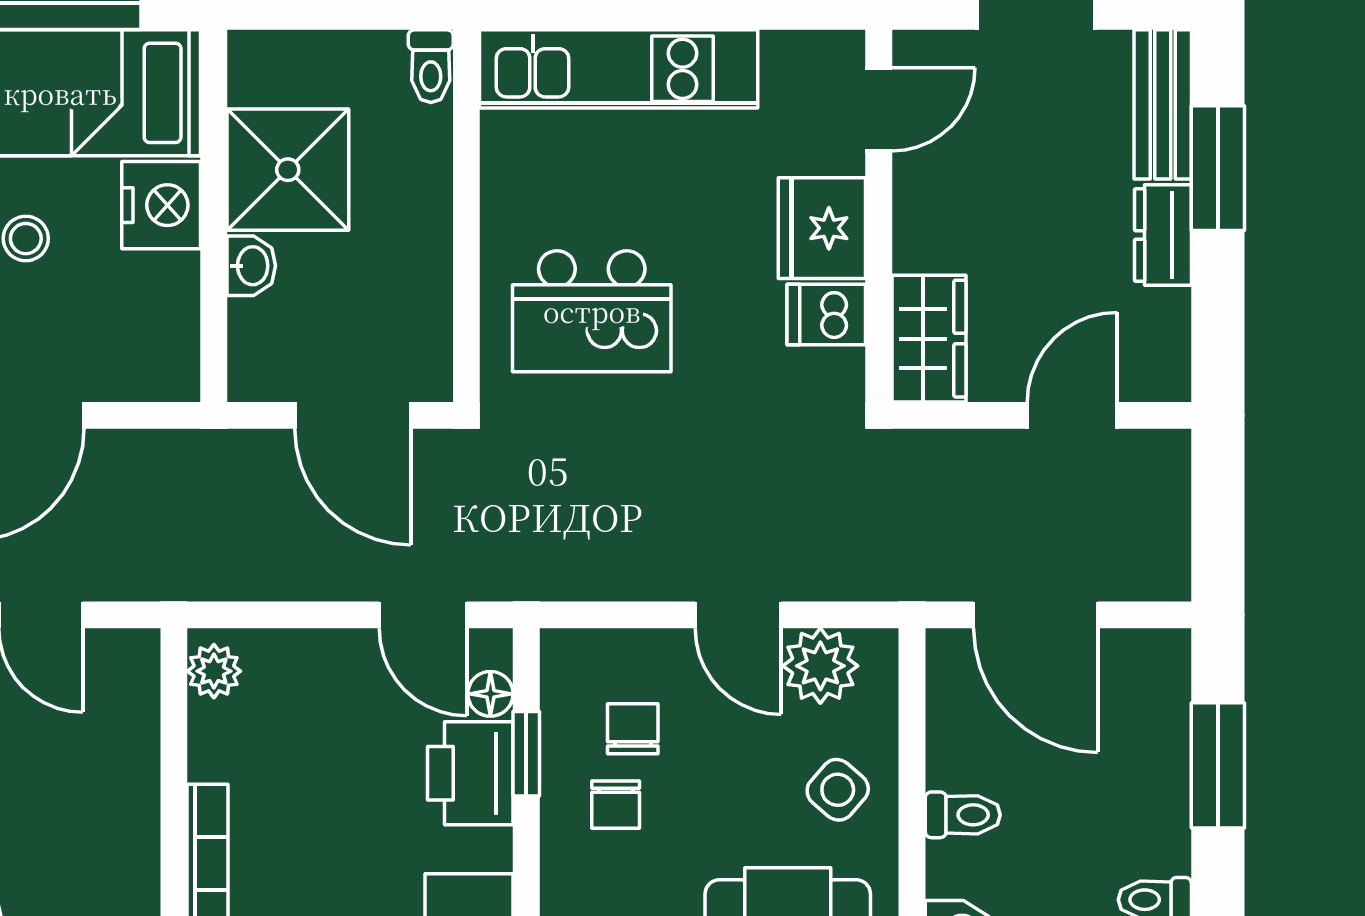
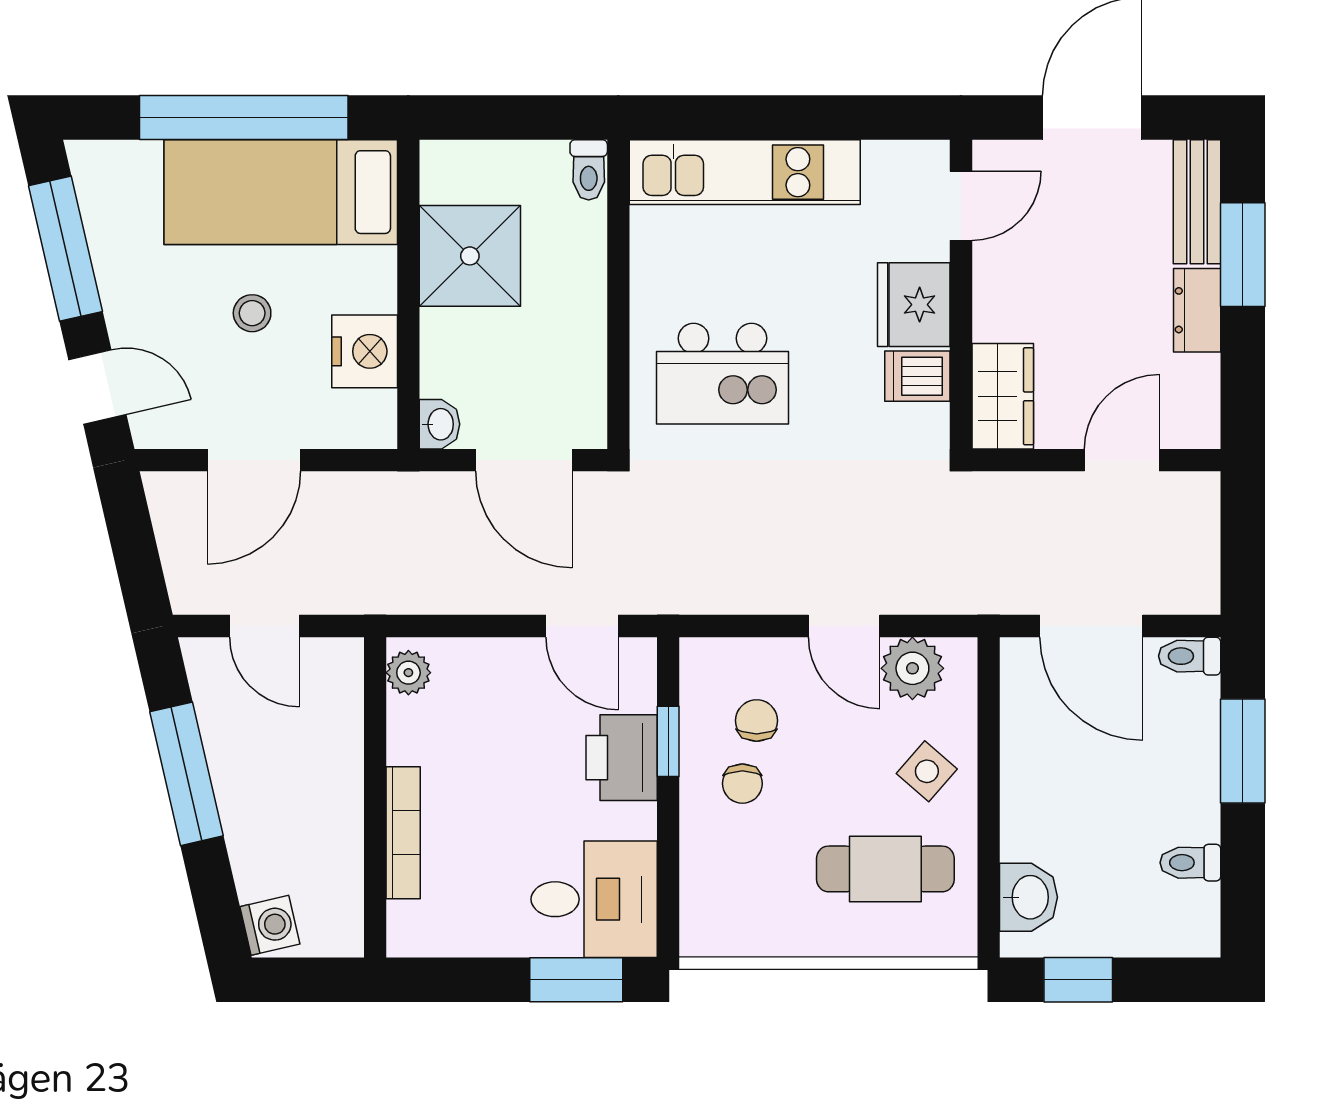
nightstand: (161, 205) -> (365, 351), moved
washbasin: (251, 266) -> (439, 424), moved
floor lamp: (490, 694) -> (638, 692), removed
toilet: (963, 815) -> (1190, 656), moved, turned 180

